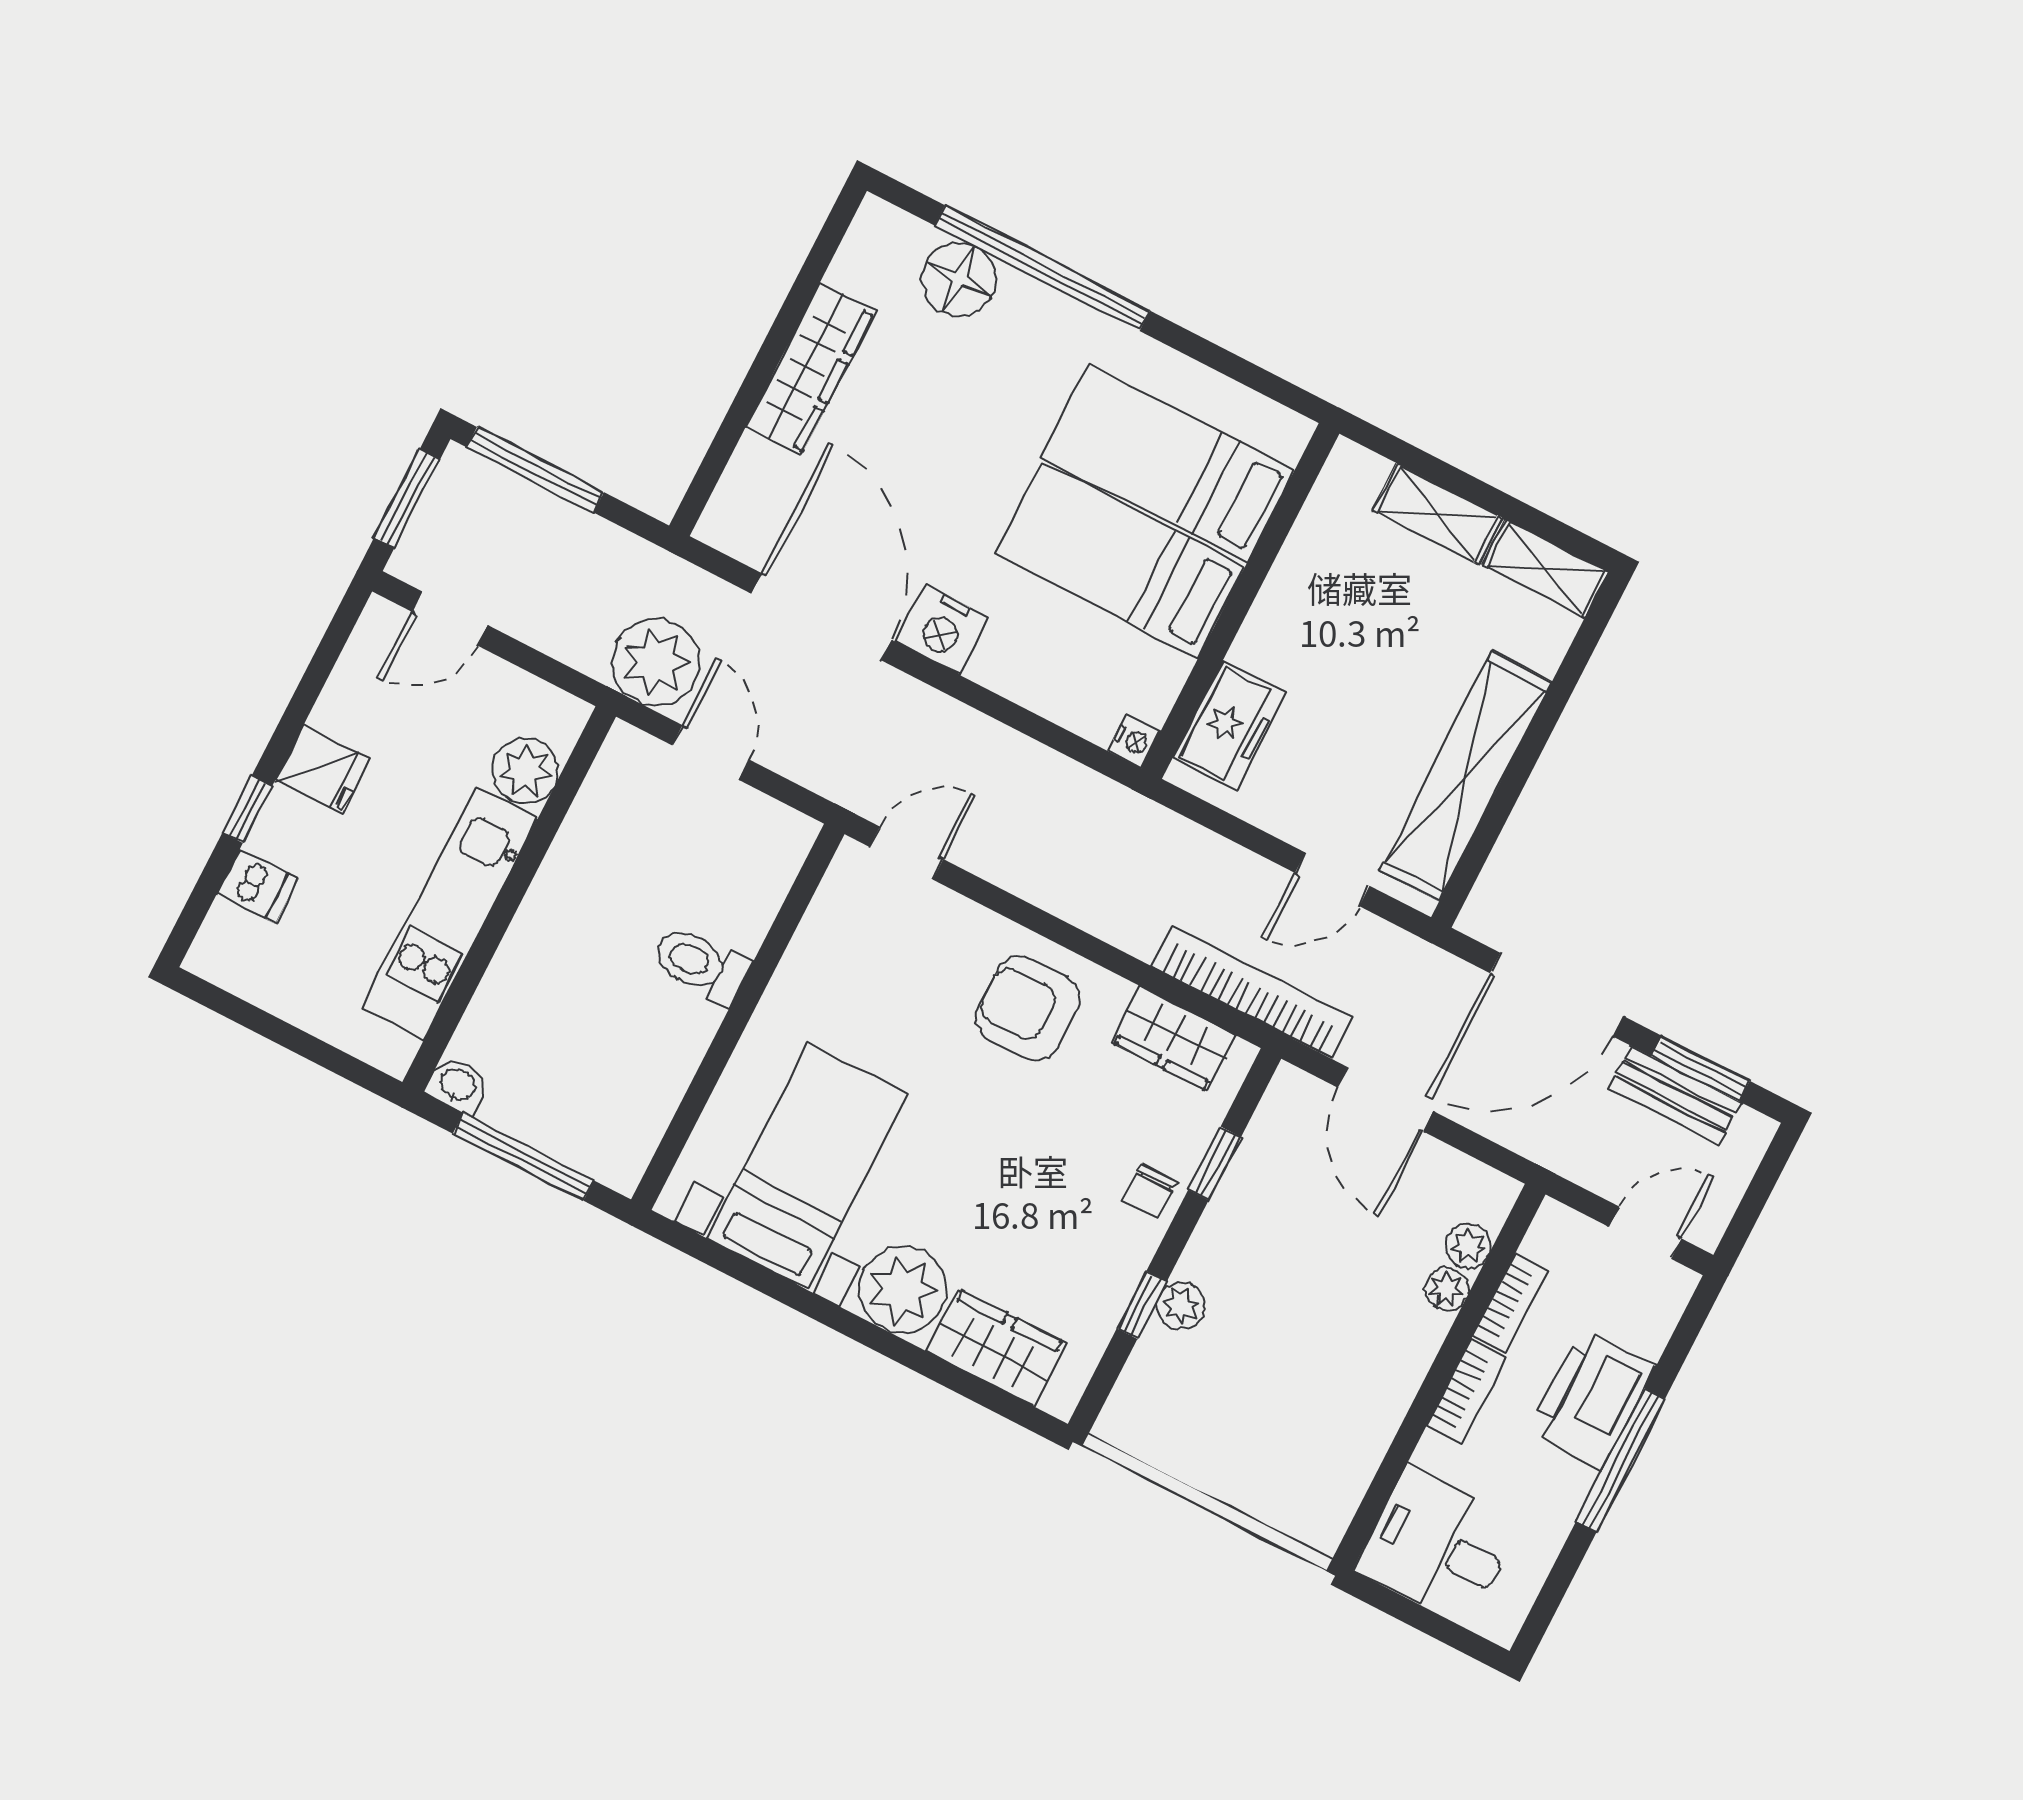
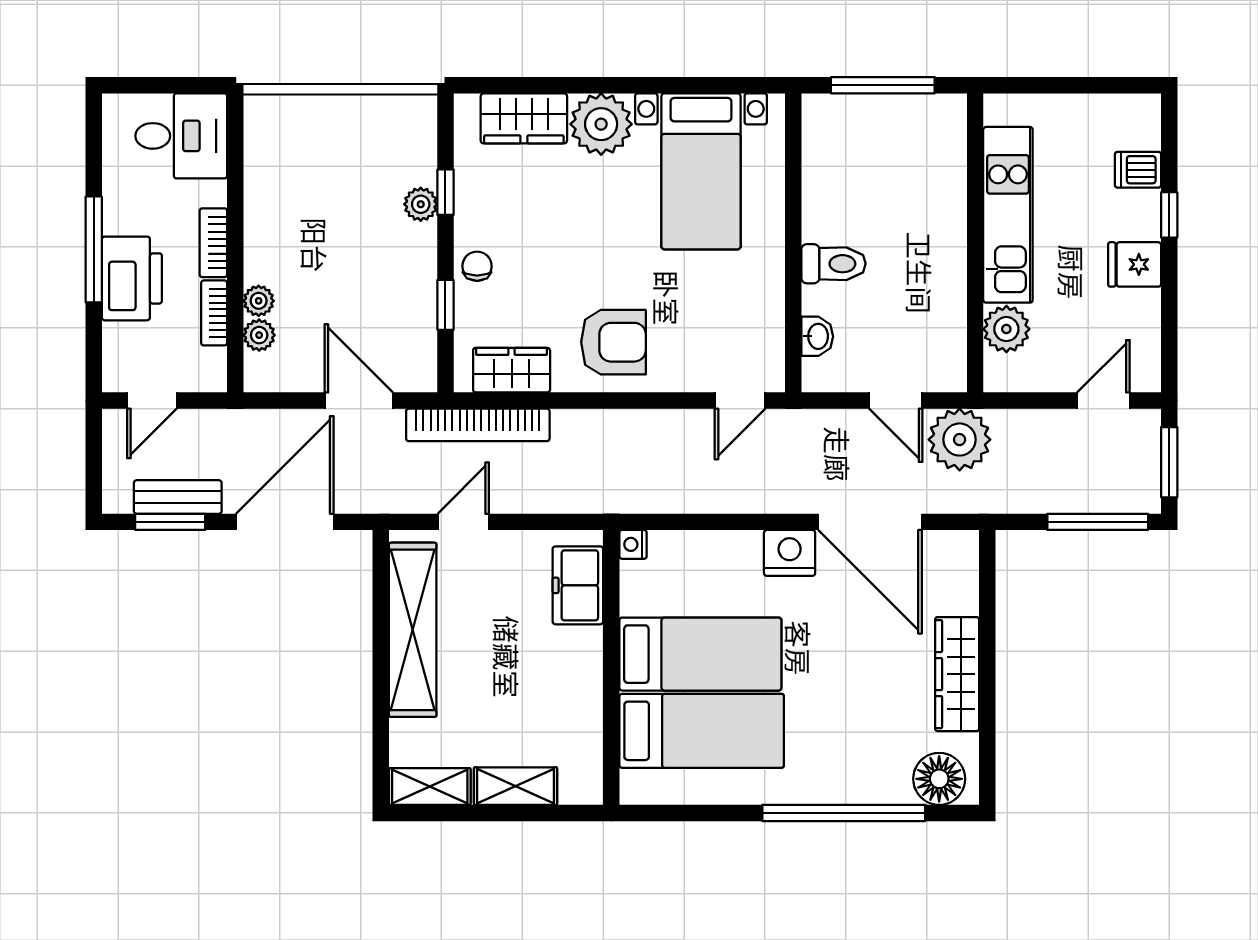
floor lamp: (959, 279) -> (939, 779), moved
washbasin: (458, 1085) -> (817, 336), moved, turned -90

